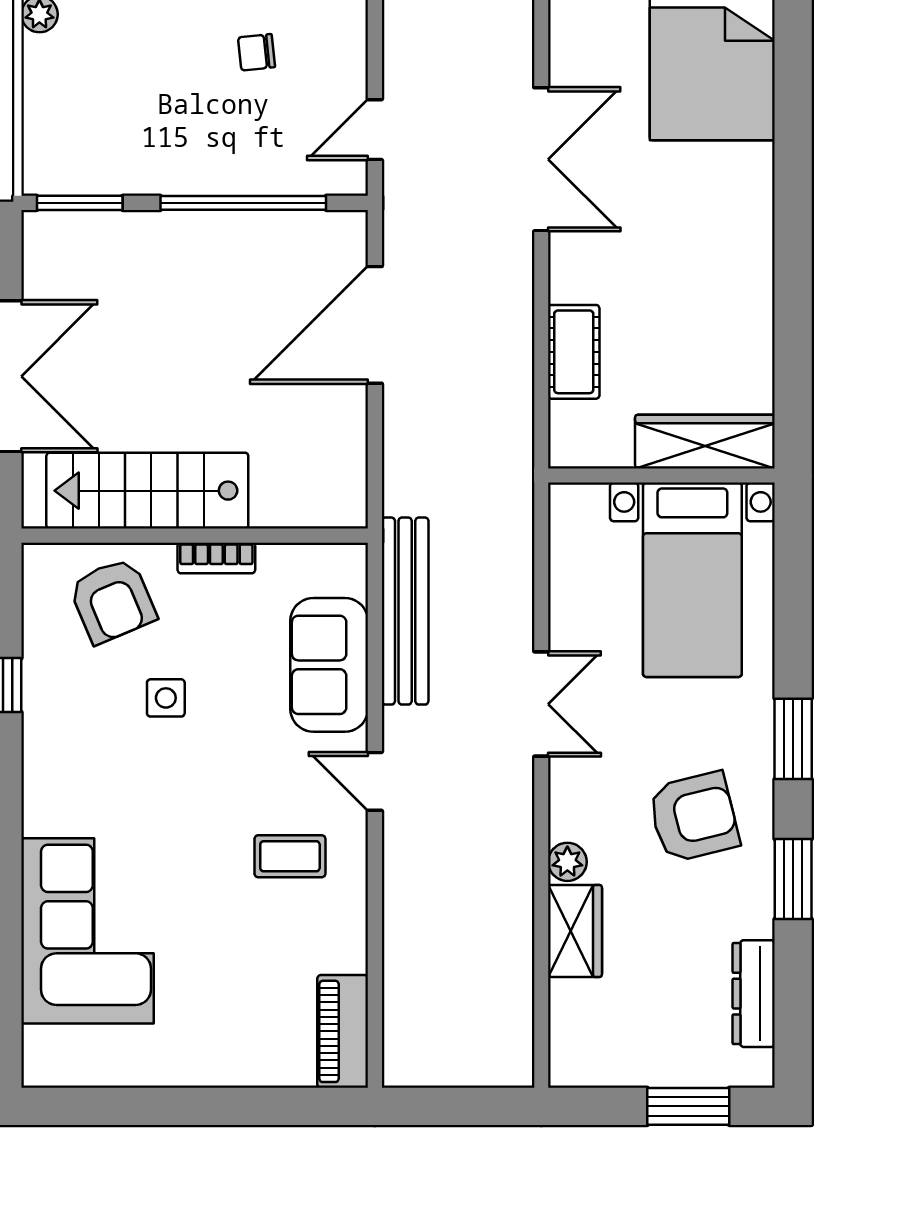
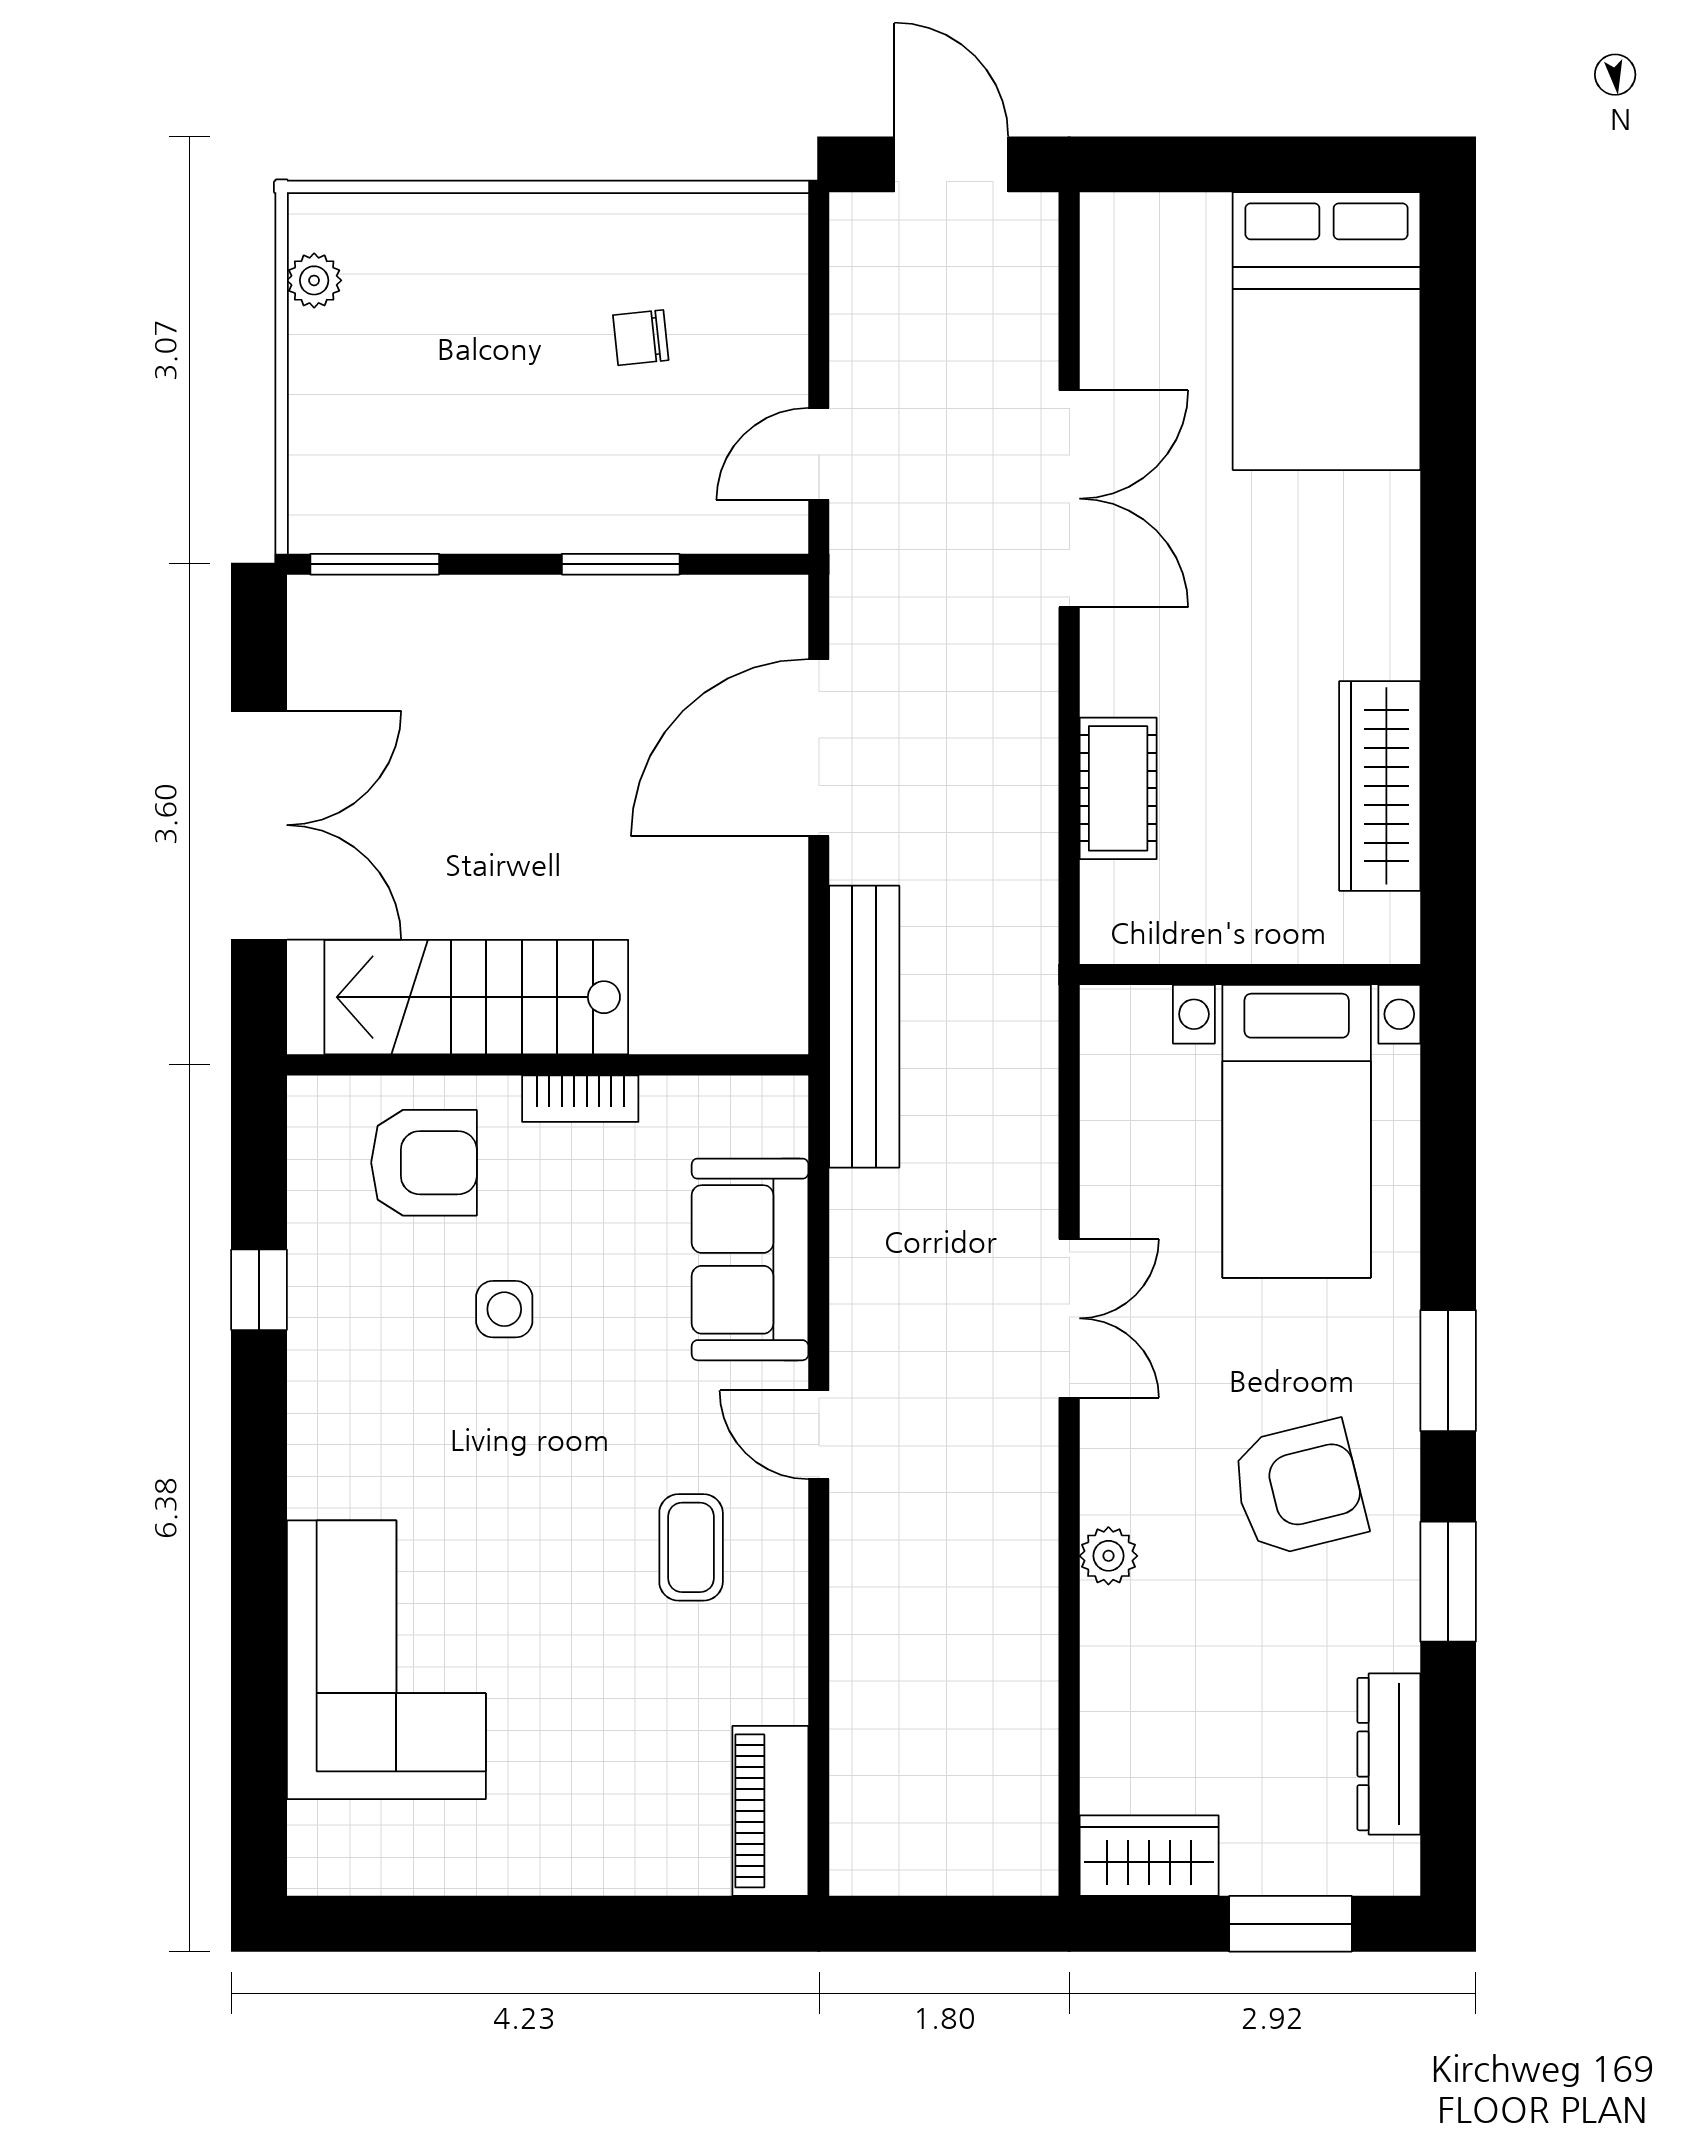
window: (243, 203) -> (621, 564), width x0.47
wardrobe: (705, 442) -> (1380, 786), moved, turned -90
armchair: (113, 601) -> (424, 1163), turned -67
bench: (405, 611) -> (864, 1027), moved
coffee table: (290, 856) -> (691, 1547), turned 90
wardrobe: (575, 931) -> (1149, 1856), moved, turned -90

